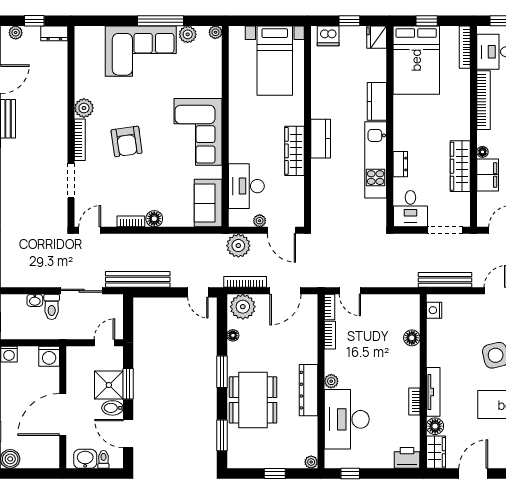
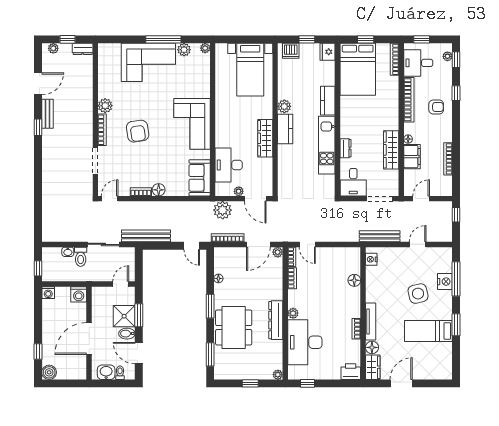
plant: (320, 109) -> (284, 106), added
plant: (243, 307) -> (278, 252), moved, width x0.53, depth x0.53

